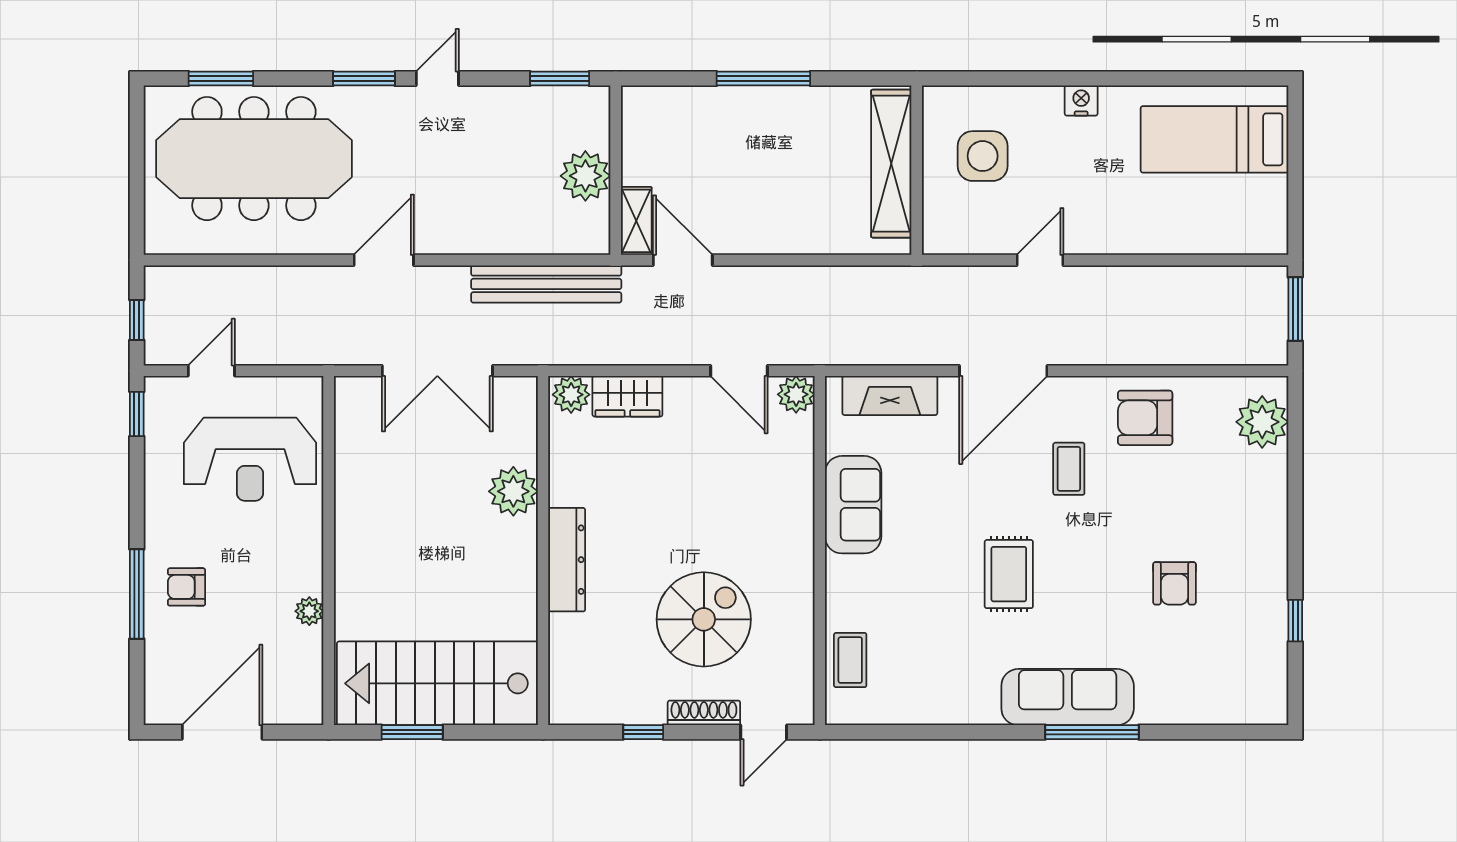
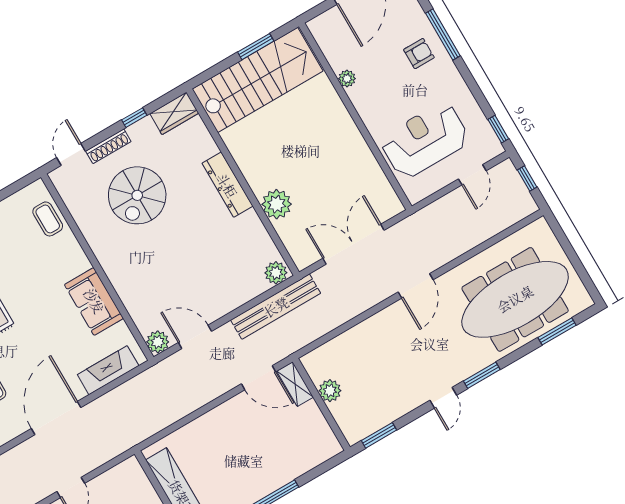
plant: (585, 176) -> (330, 391), width x0.73, depth x0.73
bench: (546, 284) -> (276, 307), moved
wardrobe: (627, 396) -> (174, 113), moved, turned 180

